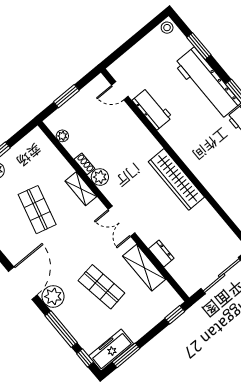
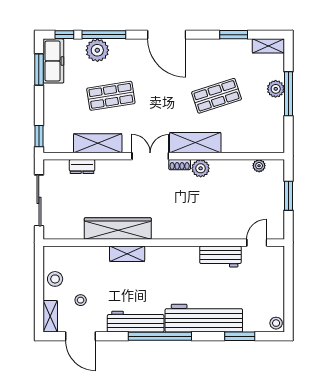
shoe rack: (84, 164) -> (180, 165), moved
wardrobe: (176, 179) -> (118, 228), moved
shelving: (207, 179) -> (127, 254), added
shelving: (81, 189) -> (195, 143), width x1.50, depth x1.33
shop shelf: (37, 210) -> (217, 96), turned -33
dresser: (161, 253) -> (82, 167), moved
plant: (53, 296) -> (97, 50), moved

